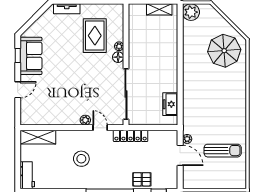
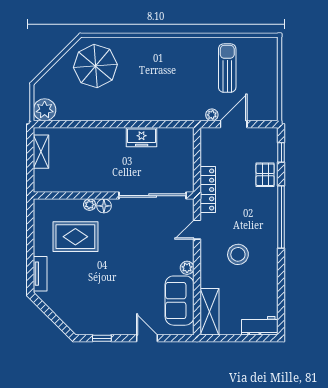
sofa: (31, 56) -> (179, 301), moved, turned -90
freezer: (170, 104) -> (142, 137), moved
plant: (85, 120) -> (187, 268), moved

